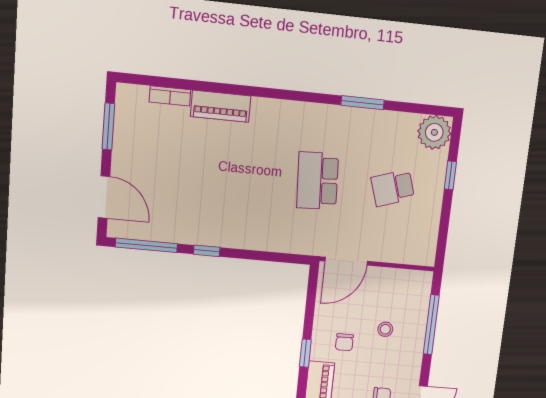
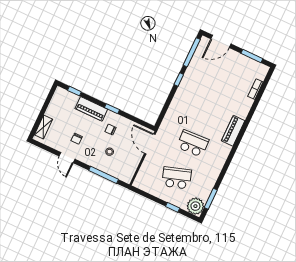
window: (363, 103) -> (211, 199), moved
piano: (221, 106) -> (233, 131), moved
school desk: (393, 188) -> (177, 178), width x1.85

